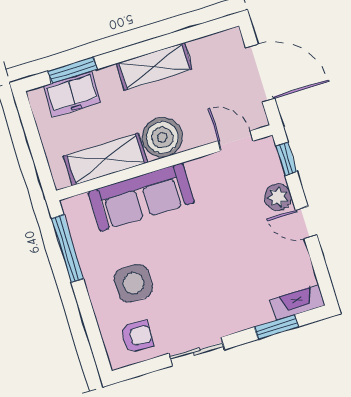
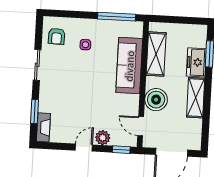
freezer: (72, 94) -> (196, 62), moved
boiler: (162, 137) -> (156, 100), moved
door: (236, 141) -> (141, 126), swing flipped
side table: (133, 283) -> (85, 45), width x0.54, depth x0.54

